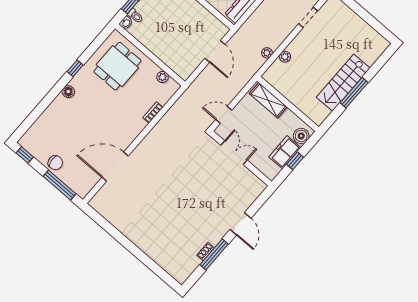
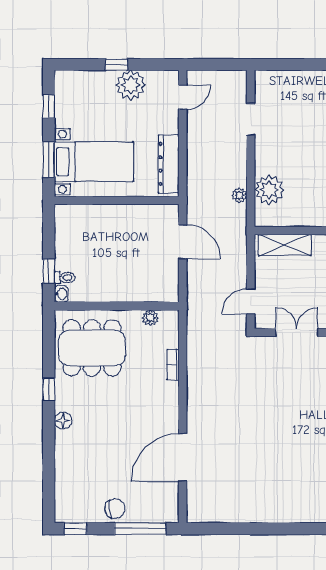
plant: (285, 57) -> (269, 190), width x1.88, depth x1.88
dining table: (117, 66) -> (92, 348), width x1.38

